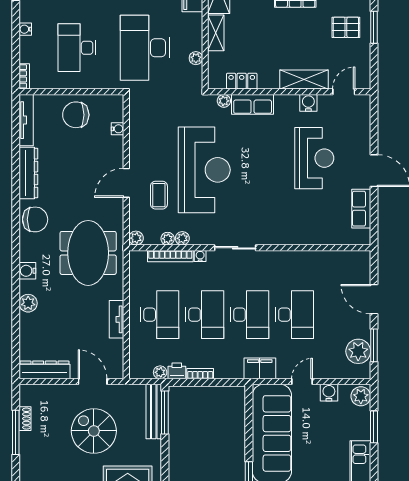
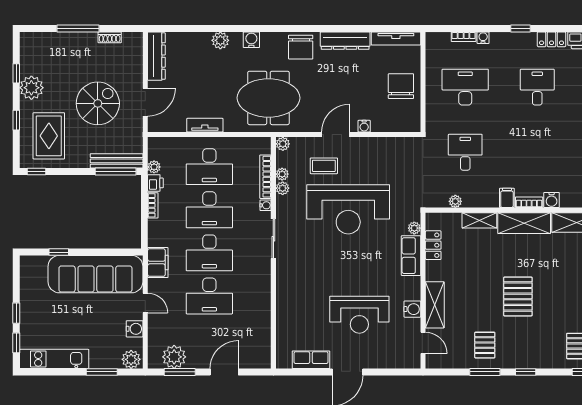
desk: (145, 48) -> (465, 152), width x0.53, depth x0.77
bookcase: (24, 76) -> (464, 37), moved
water cooler: (118, 129) -> (364, 126), moved
door: (126, 183) -> (336, 134), hinge flipped
window: (16, 432) -> (78, 28), moved

